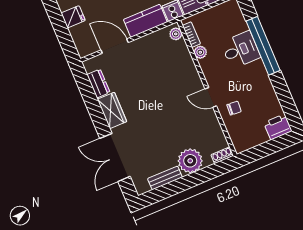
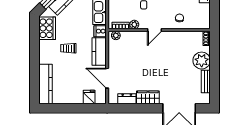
fridge: (73, 17) -> (89, 97), moved
door: (115, 46) -> (107, 78), hinge flipped
door: (211, 97) -> (154, 30), moved

